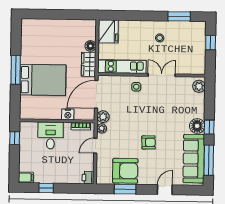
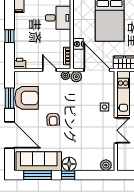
desk: (51, 135) -> (58, 18), moved
armchair: (125, 171) -> (26, 98), turned -90
window: (46, 188) -> (9, 36), moved
door: (165, 190) -> (9, 135), width x1.87

